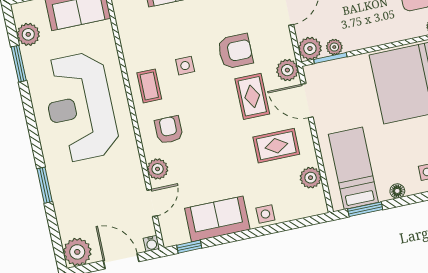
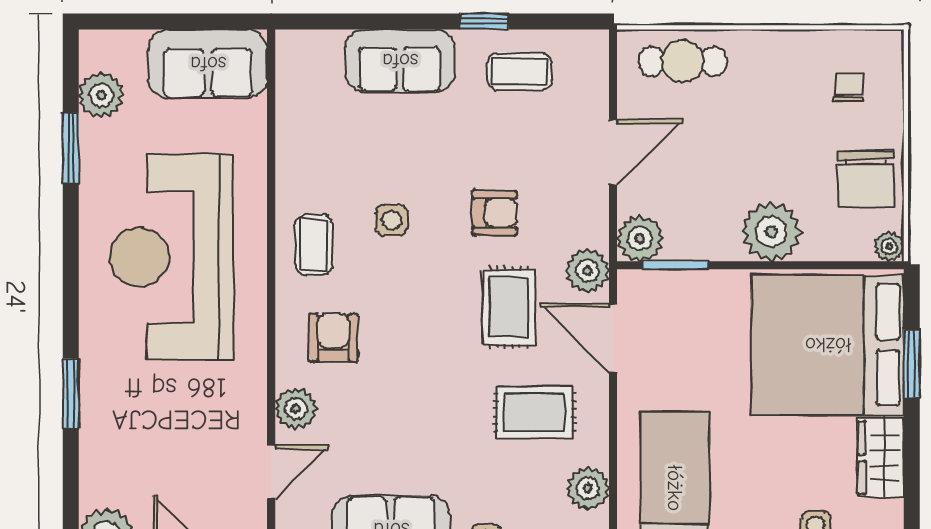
plant: (334, 47) -> (771, 232), moved, width x1.87, depth x1.87
armchair: (235, 51) -> (494, 213), width x0.72, depth x0.72

